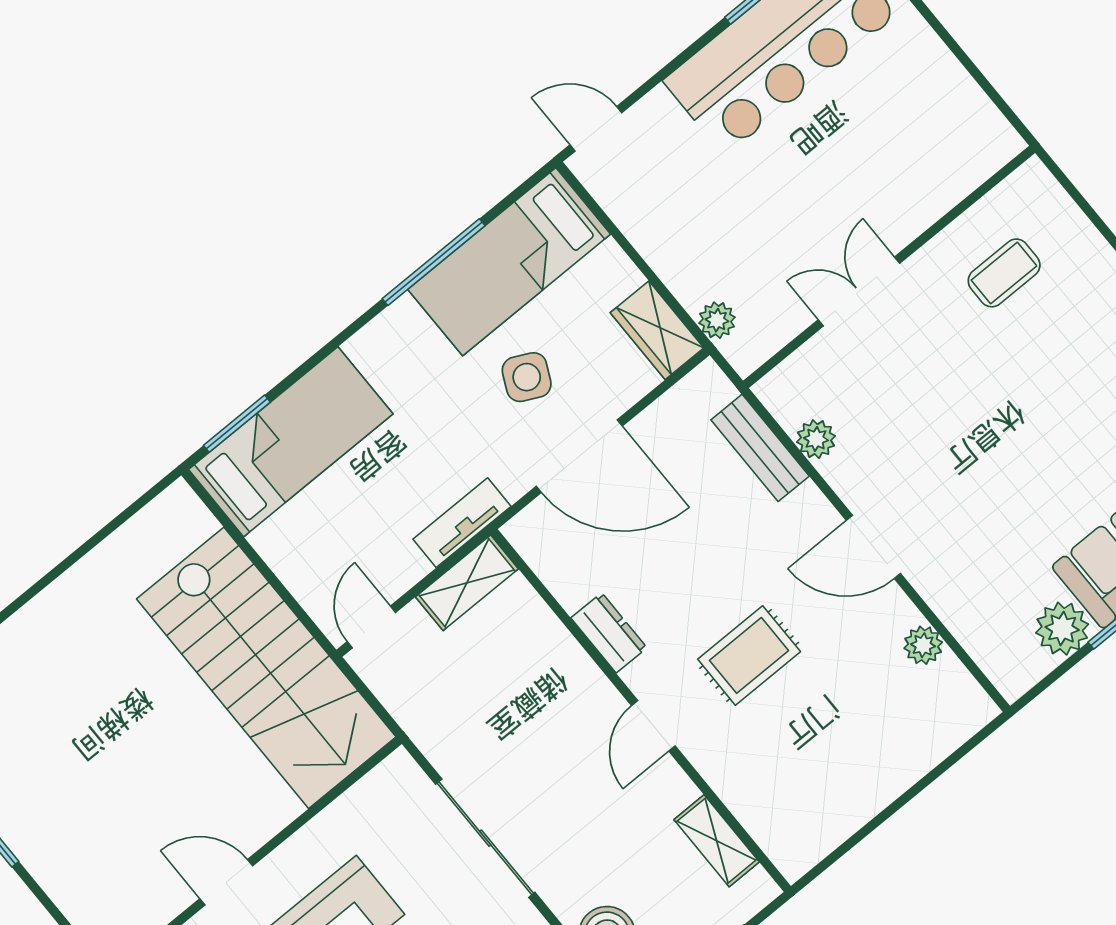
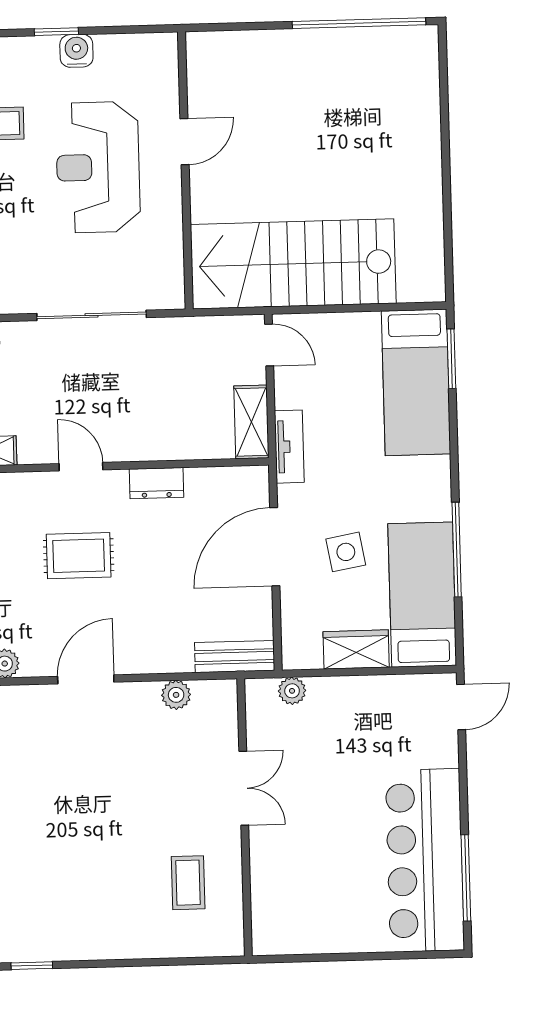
wardrobe: (657, 330) -> (356, 649), moved
side table: (527, 377) -> (346, 552), turned -36
bench: (760, 448) -> (235, 657), moved
rug: (749, 655) -> (79, 556), turned 90

